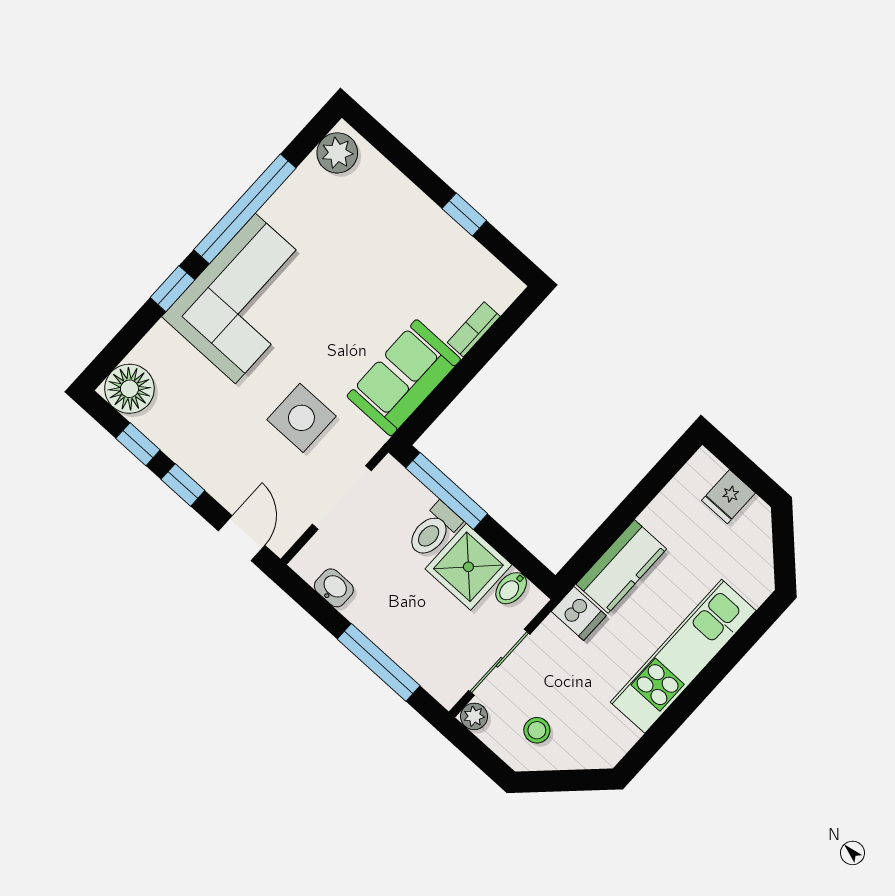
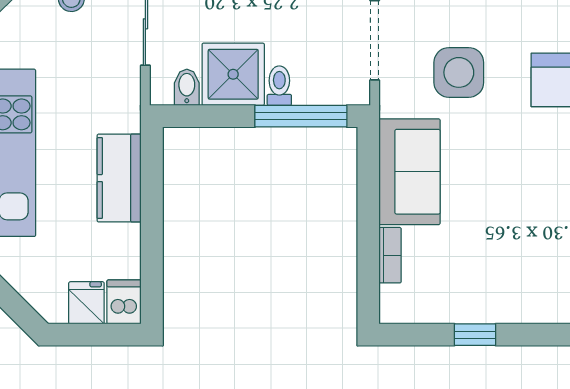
toilet: (434, 530) -> (279, 86), width x0.73, depth x0.72
dishwasher: (579, 613) -> (124, 302), moved, turned 90

